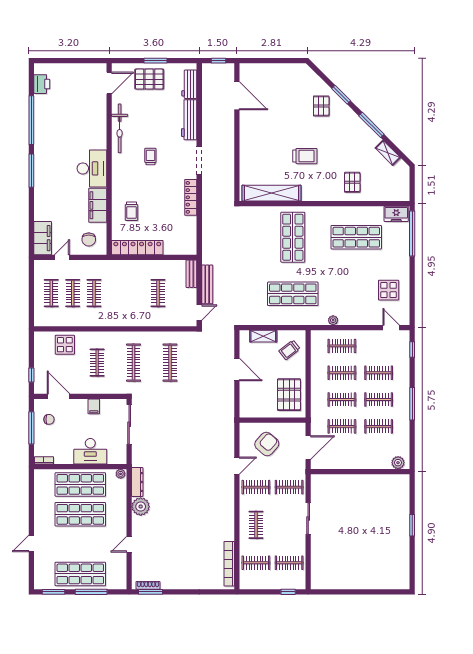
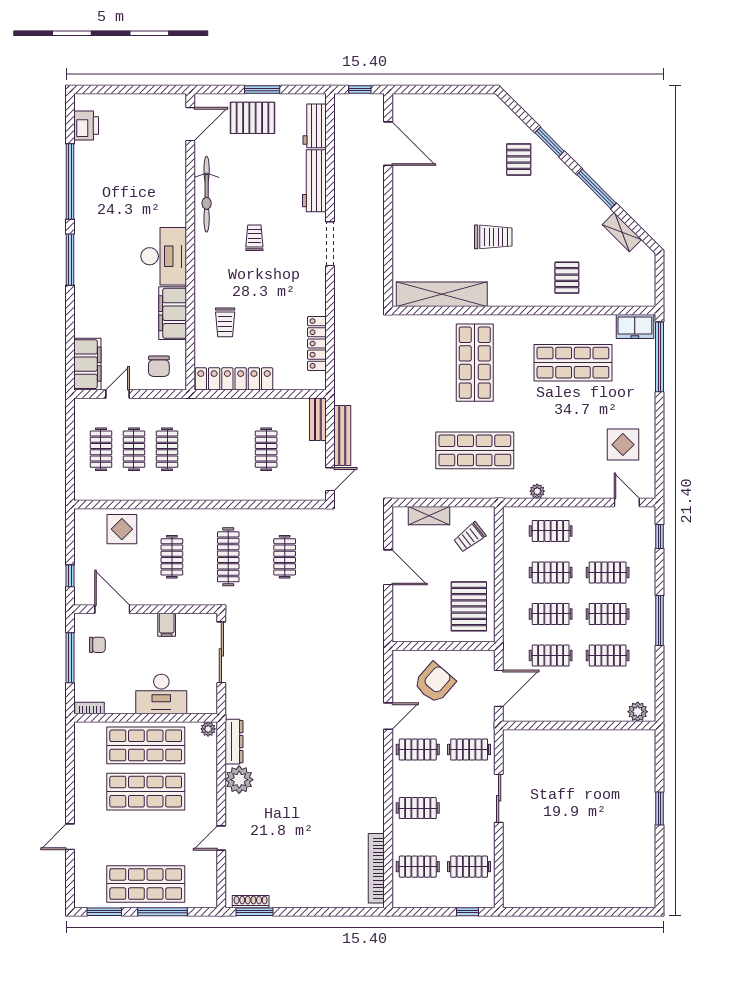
locker: (191, 197) -> (317, 343), moved
clothes rail: (170, 363) -> (285, 557), width x0.73
clothes rail: (256, 525) -> (418, 808), turned 90

